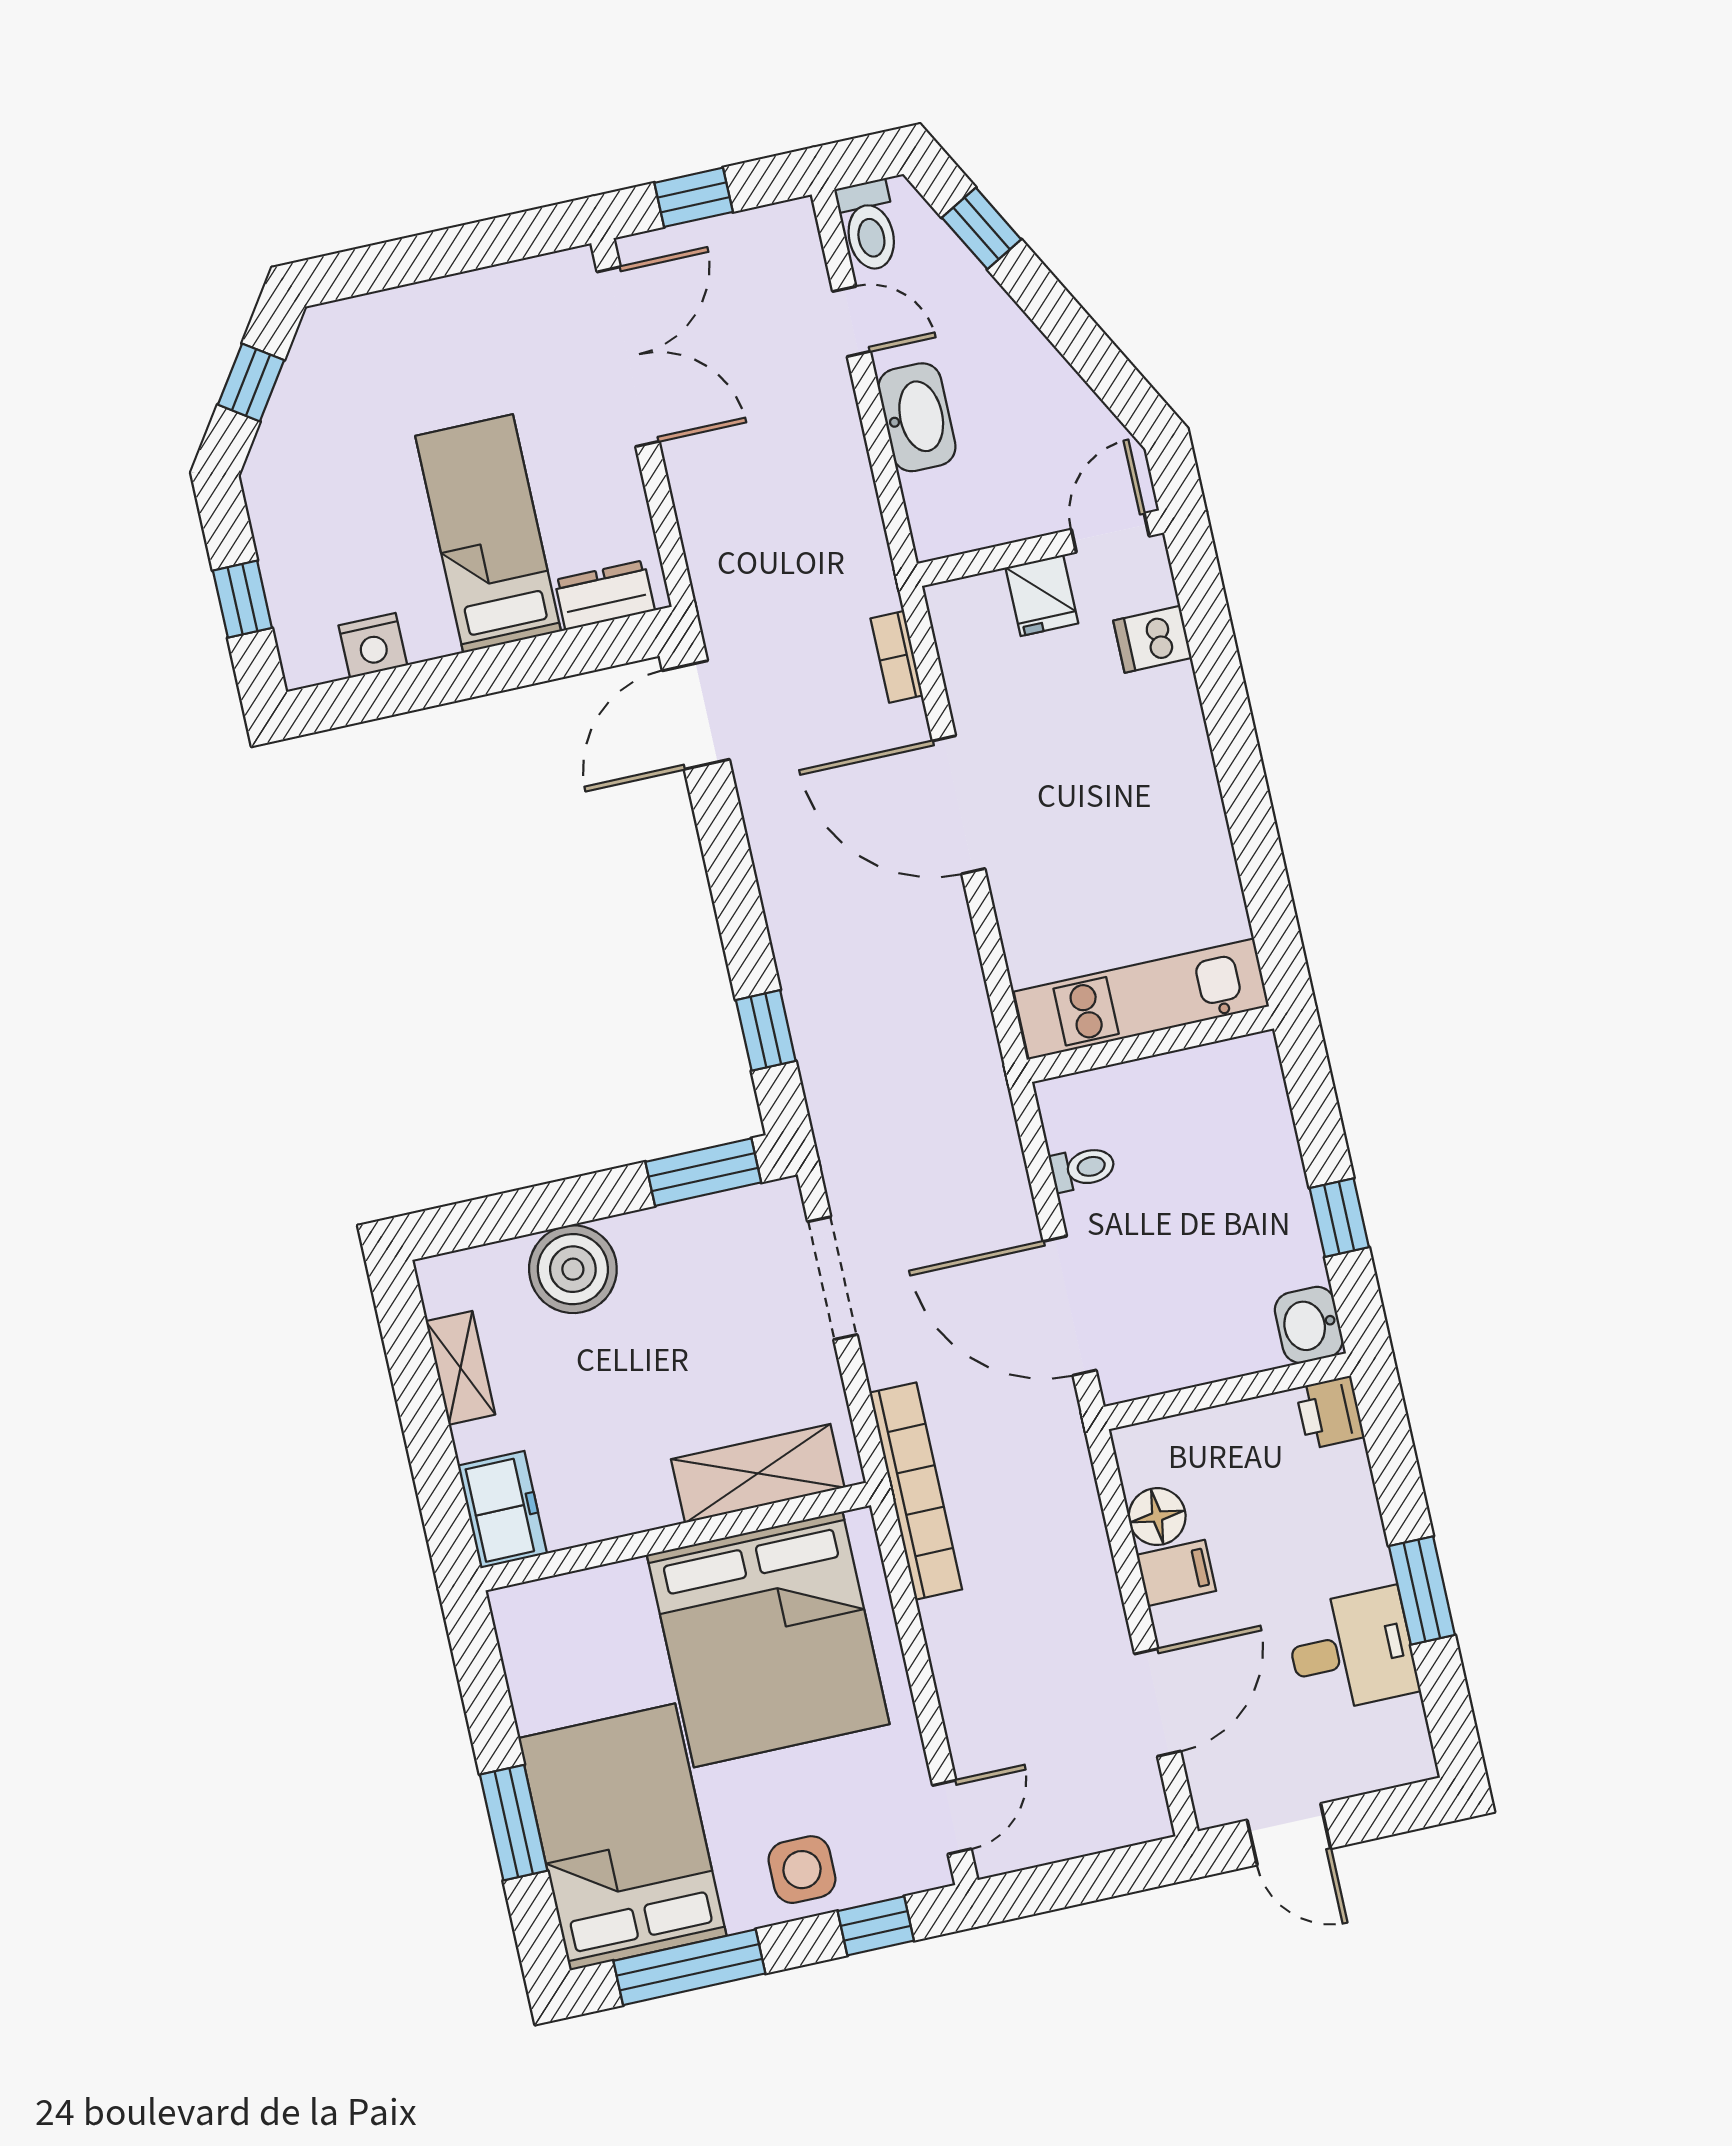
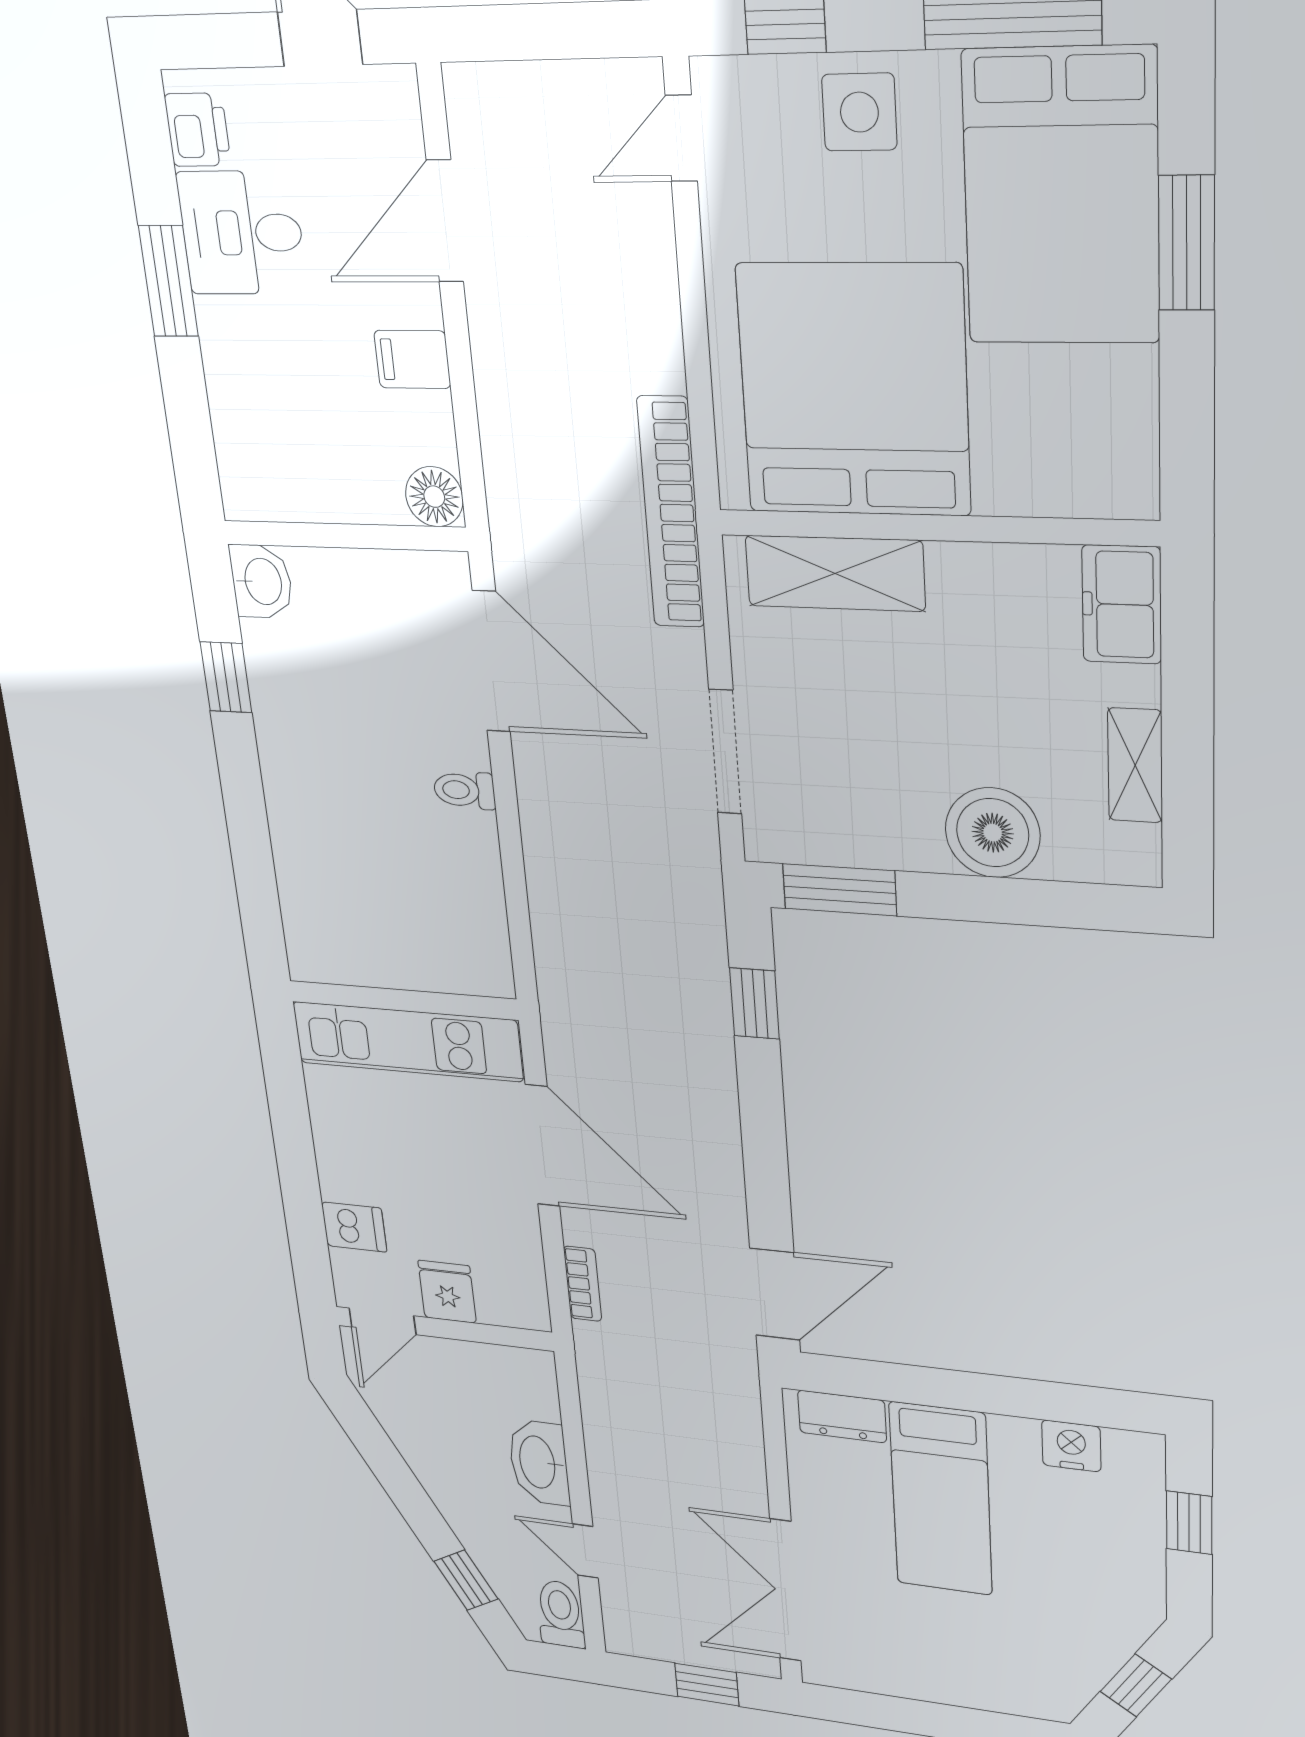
kitchen unit: (1141, 999) -> (407, 1041), moved
wall: (1150, 1044) -> (403, 1000), moved
printer: (1330, 1413) -> (198, 130), moved
floor lamp: (1157, 1517) -> (434, 497), moved

